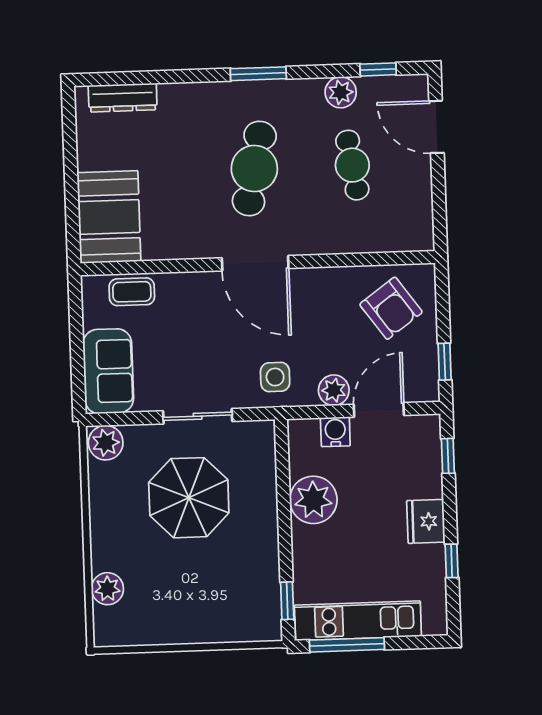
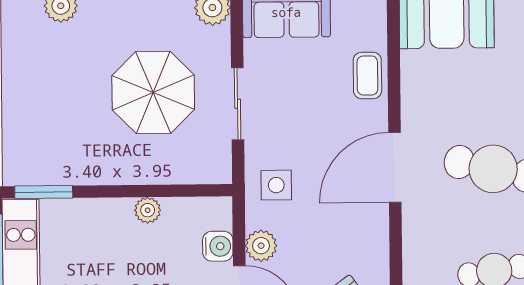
coffee table: (132, 292) -> (367, 76), moved
plant: (313, 500) -> (148, 210), width x0.53, depth x0.53
window: (287, 601) -> (44, 192), width x1.50

